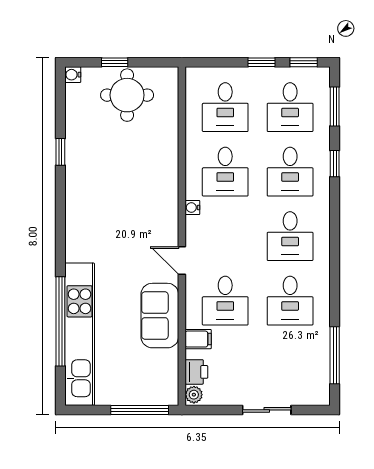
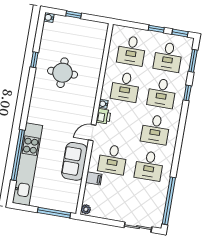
round table: (127, 95) -> (63, 73), moved
door: (182, 260) -> (92, 133), hinge flipped
window: (335, 355) -> (169, 201), width x1.46
printer: (196, 372) -> (103, 116), moved
sliding door: (267, 410) -> (138, 227), moved

